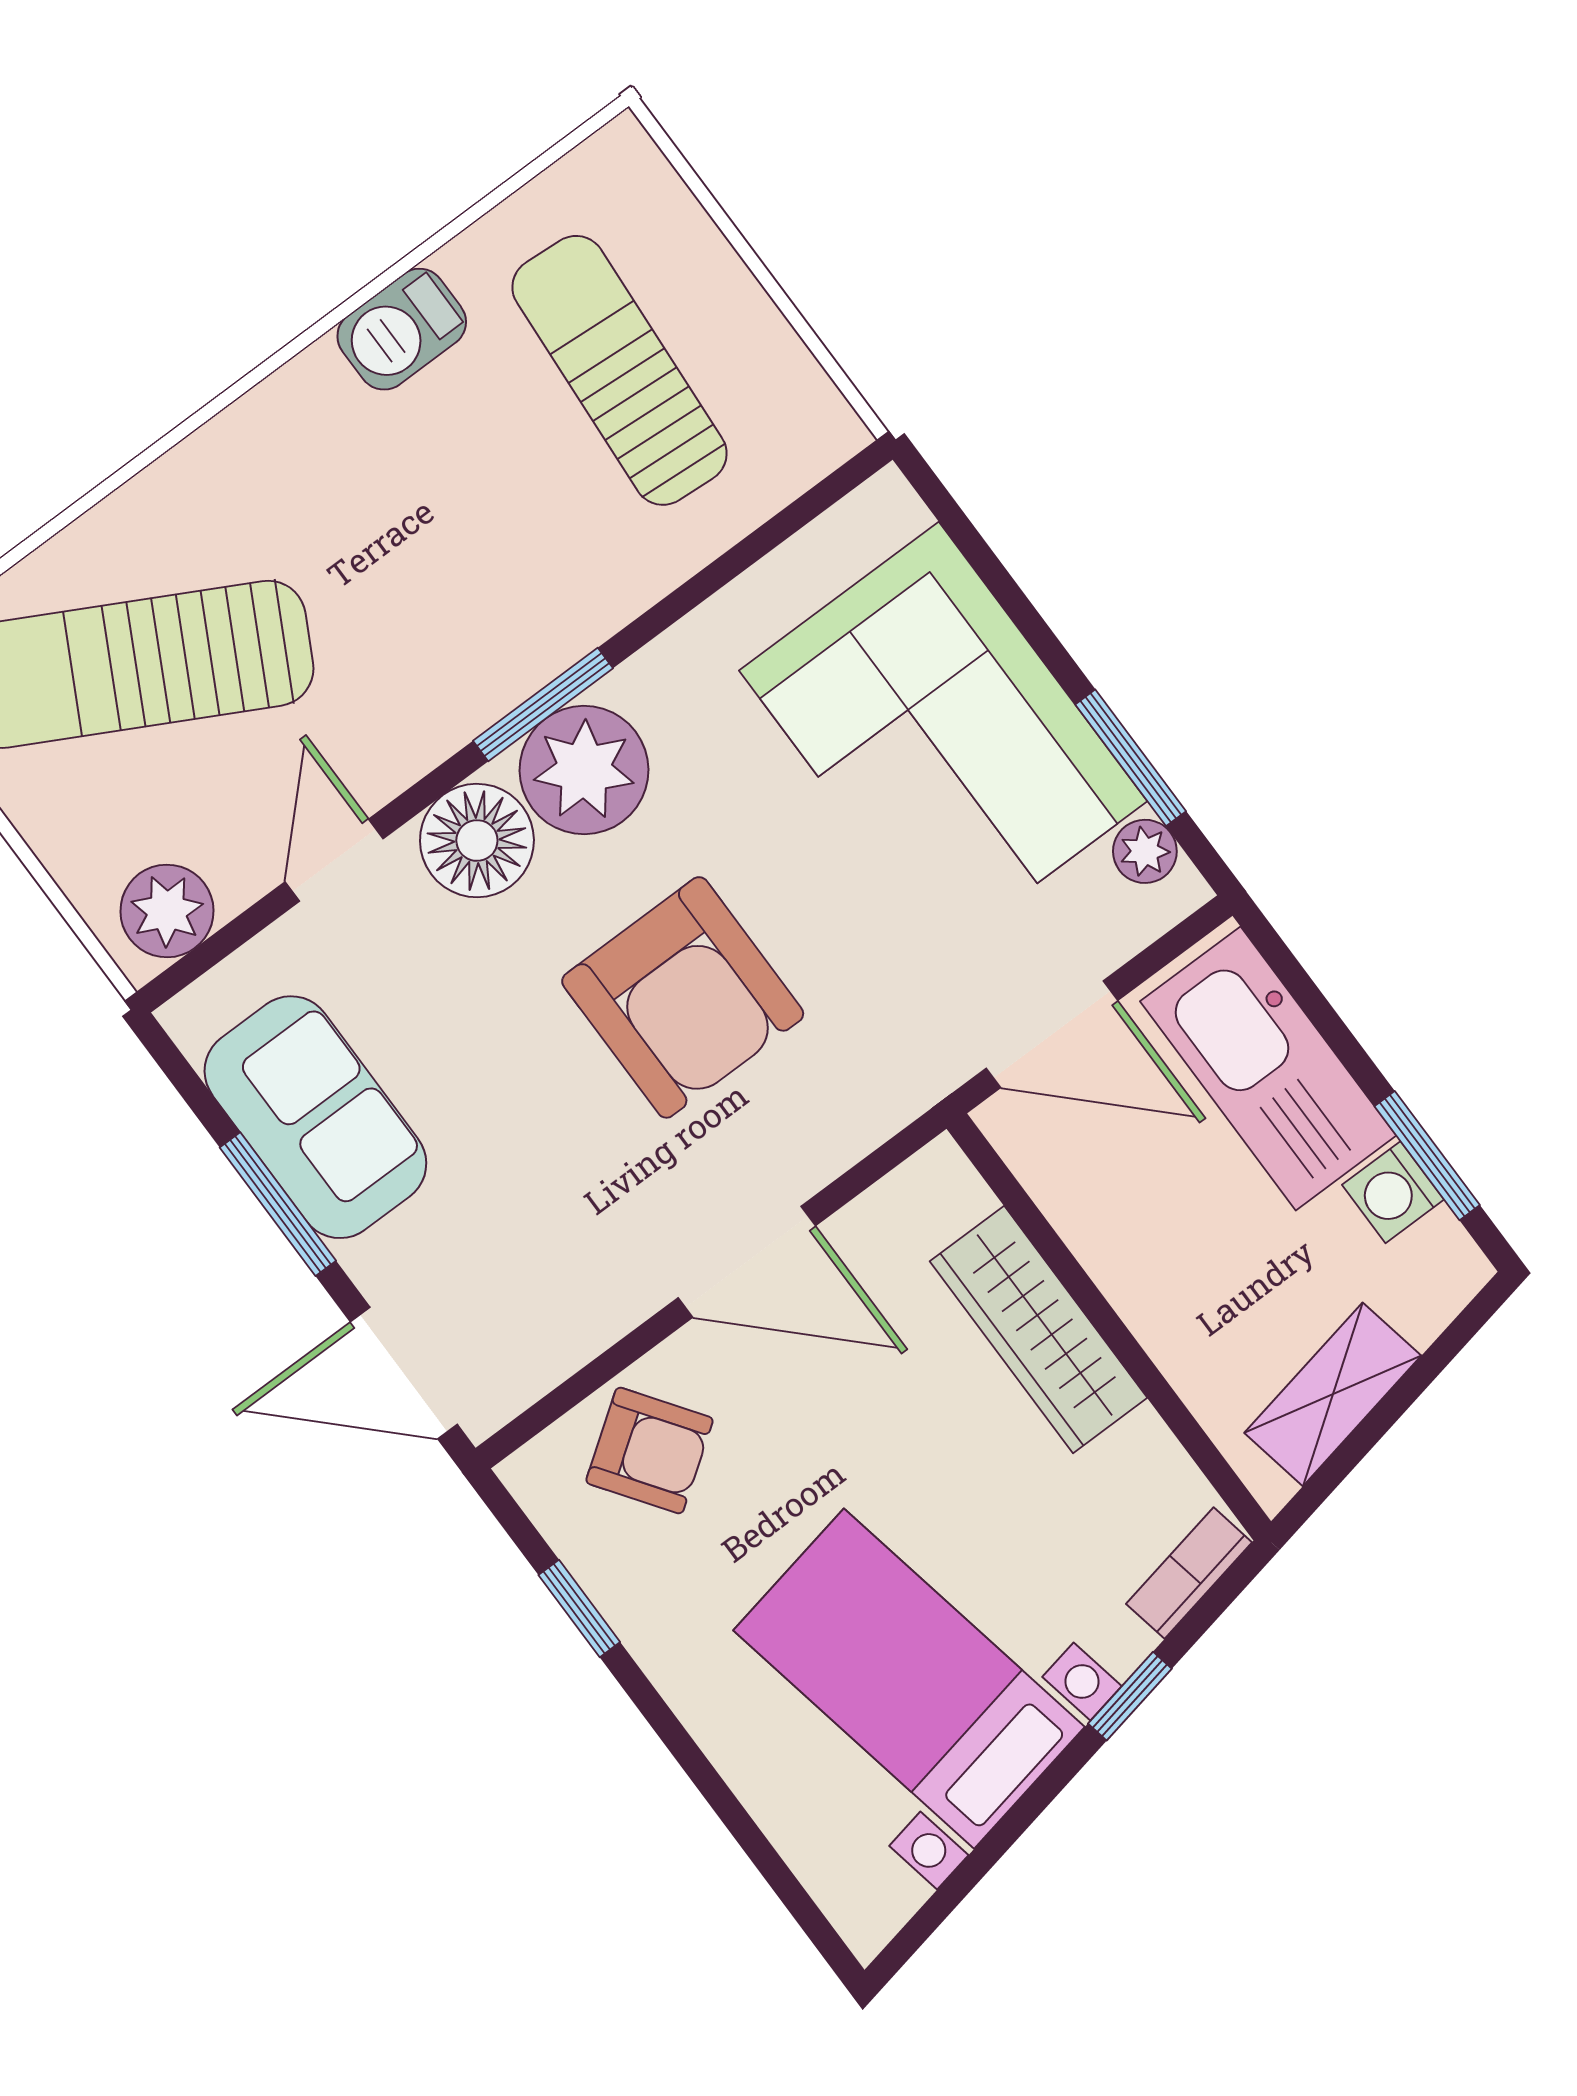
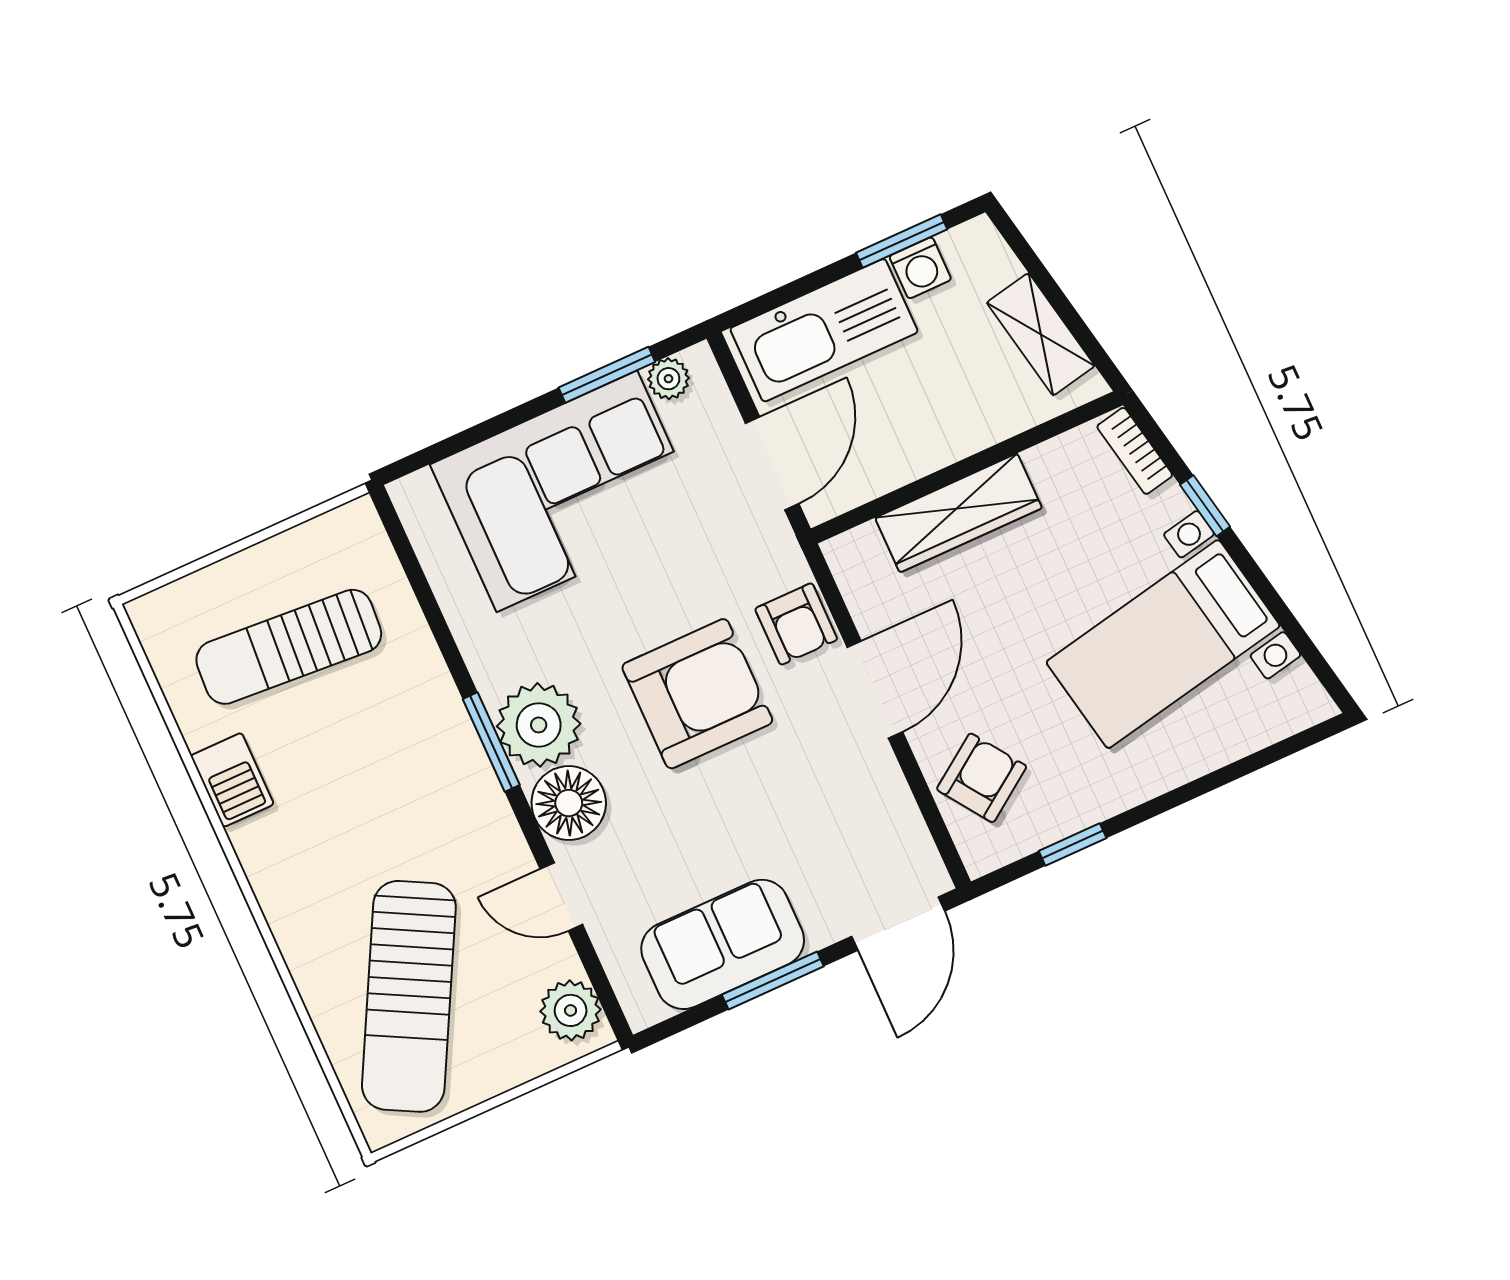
armchair: (819, 1123) -> (796, 624), added

